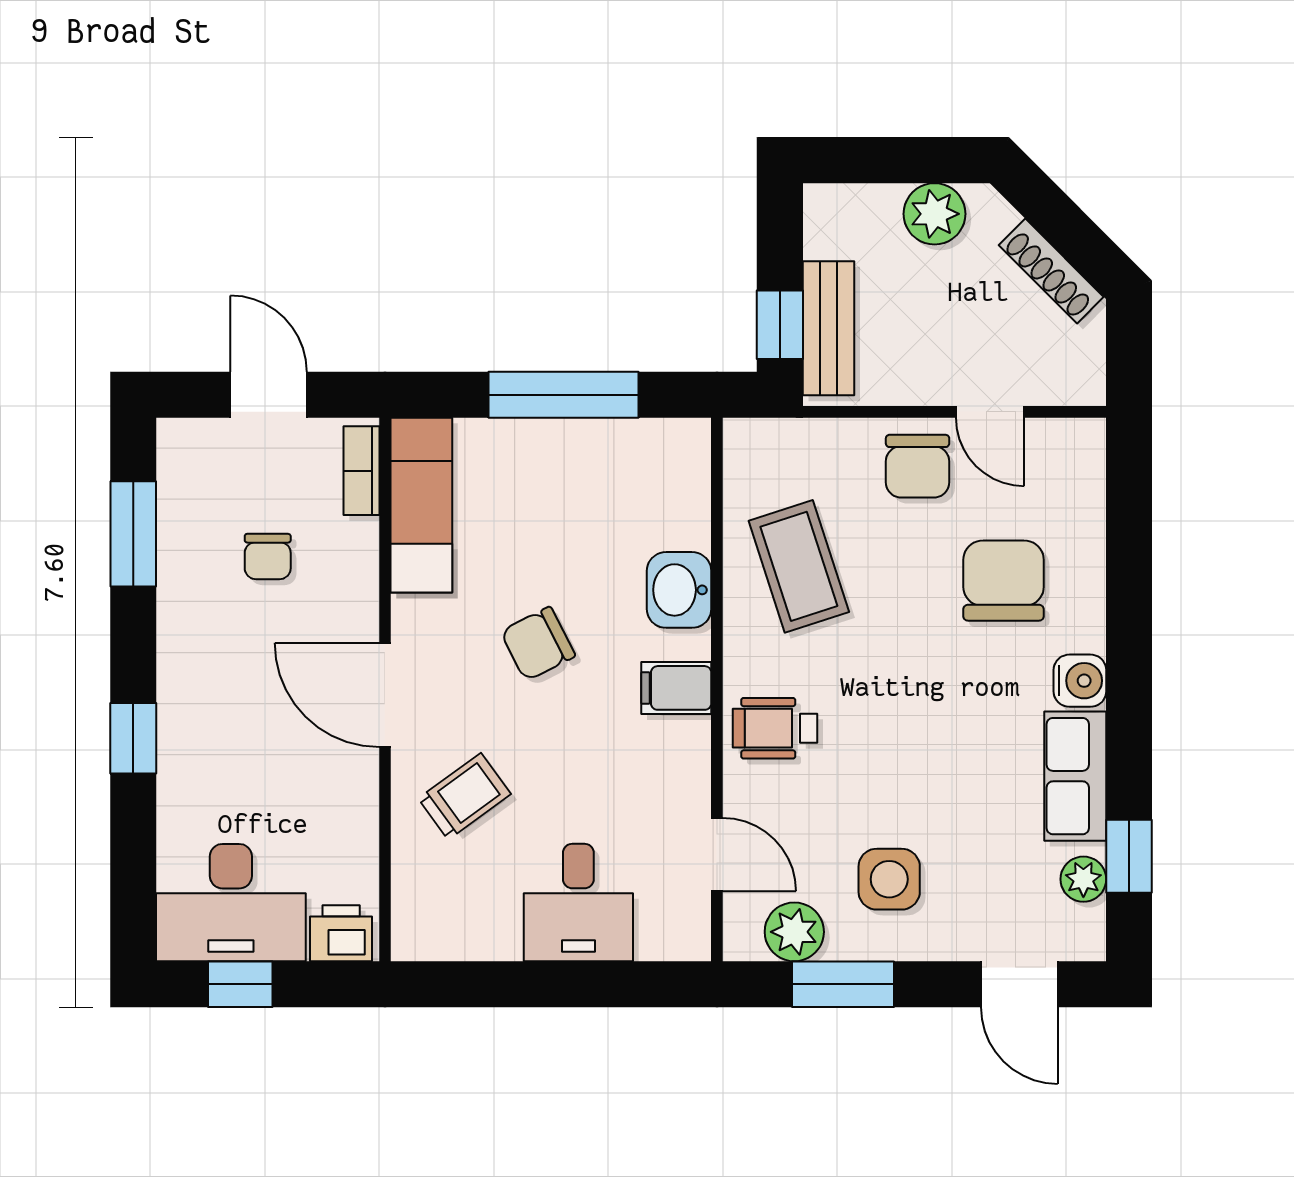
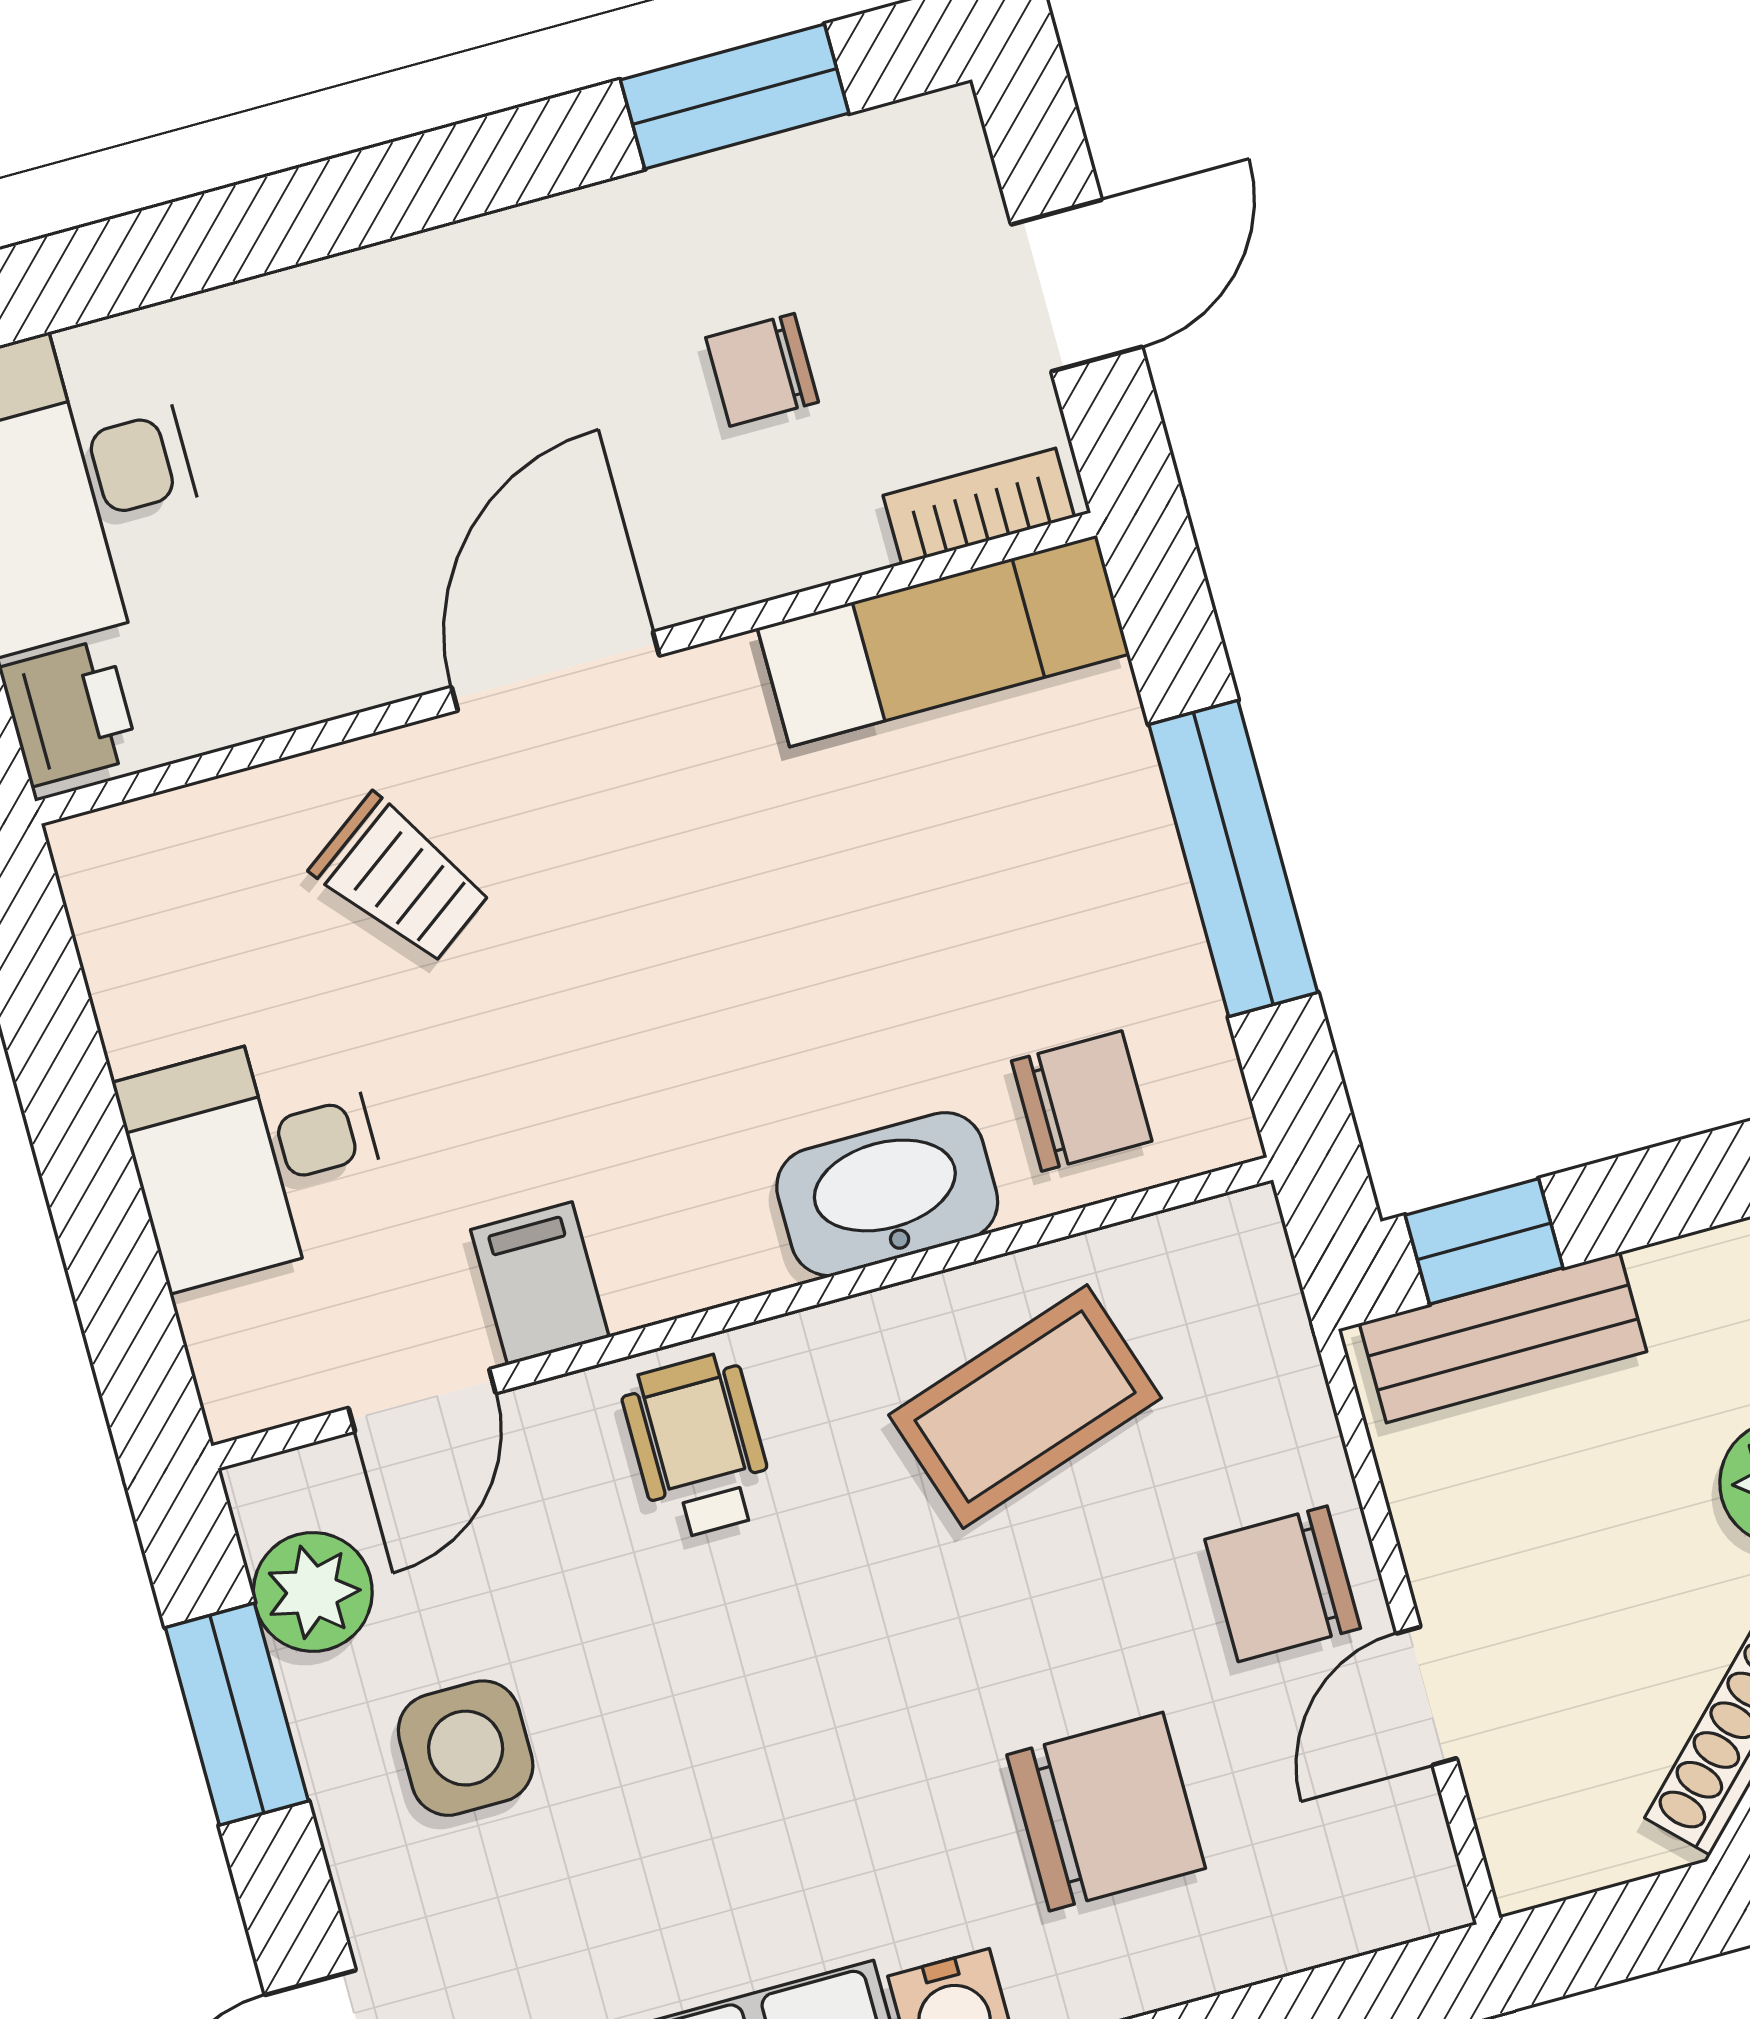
washbasin: (679, 590) -> (887, 1194), width x1.38
chair: (538, 644) -> (1082, 1101), moved, turned 117
filing cabinet: (676, 688) -> (540, 1283), moved
window: (133, 738) -> (338, 205), removed

